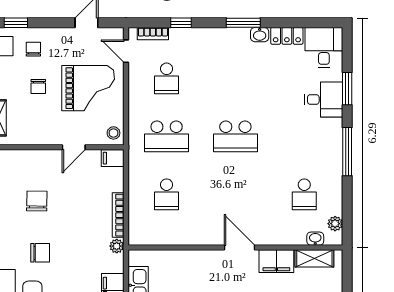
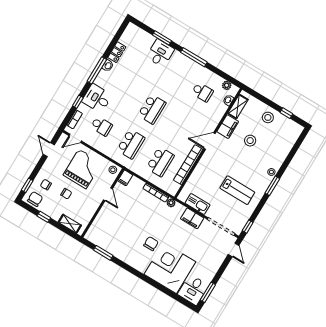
window: (243, 23) -> (97, 70), width x1.44
desk: (324, 48) -> (97, 98), moved
school desk: (167, 194) -> (160, 162), width x1.85
chair: (37, 201) -> (124, 229), removed
bookcase: (187, 237) -> (188, 165), added

